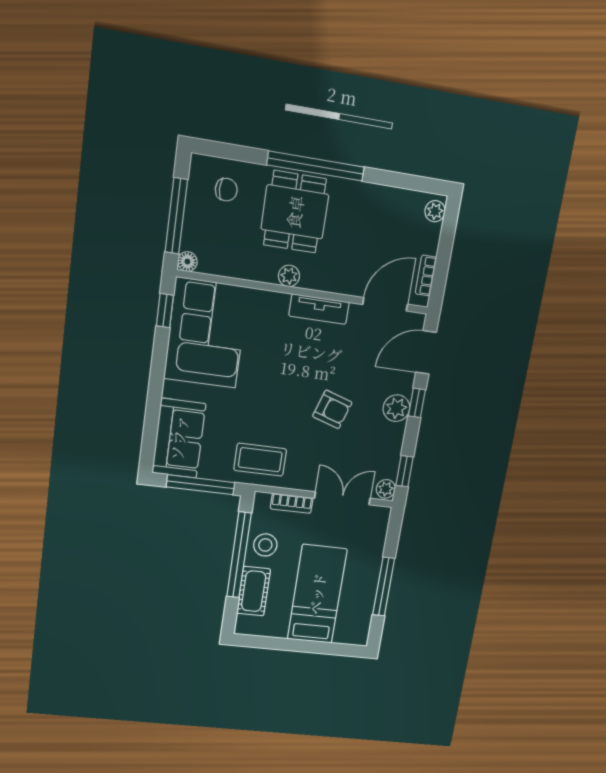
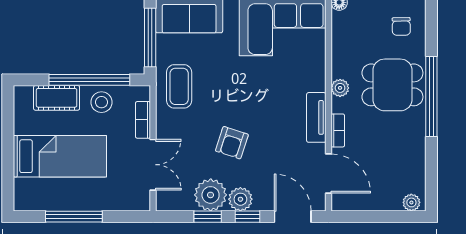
bookcase: (426, 276) -> (338, 130), moved, turned 90
window: (405, 471) -> (208, 217), moved
plant: (386, 489) -> (211, 195), moved, width x1.88, depth x1.88

